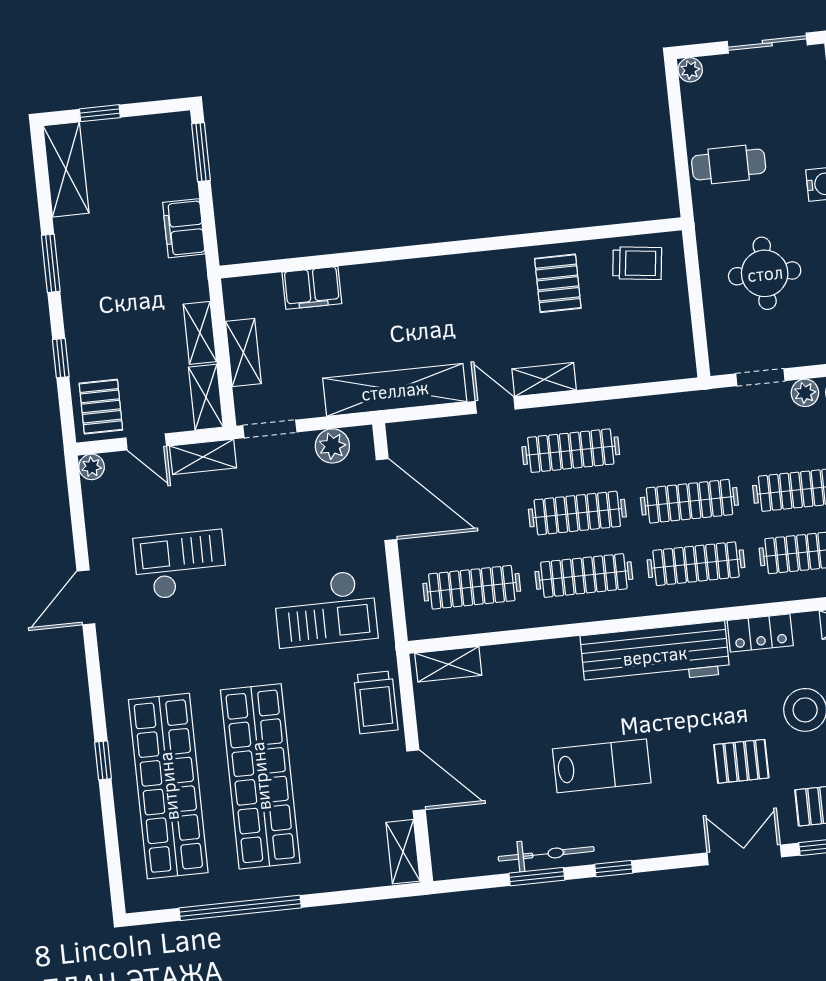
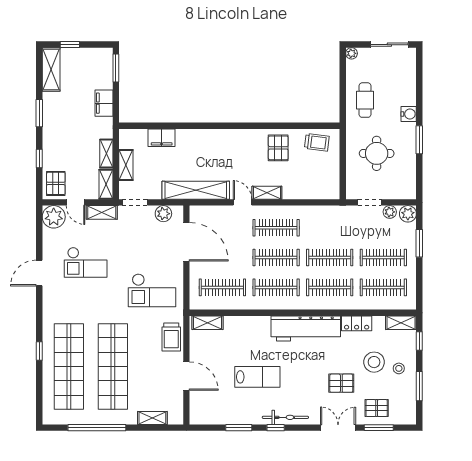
cafe table: (729, 164) -> (365, 100), turned 90
plant: (92, 467) -> (54, 217), width x1.87, depth x1.87
checkout: (180, 565) -> (86, 262), turned 180
lab bench: (602, 766) -> (257, 377), moved
shelving: (403, 852) -> (152, 418), moved, turned 90
bicycle: (546, 854) -> (285, 417), moved

